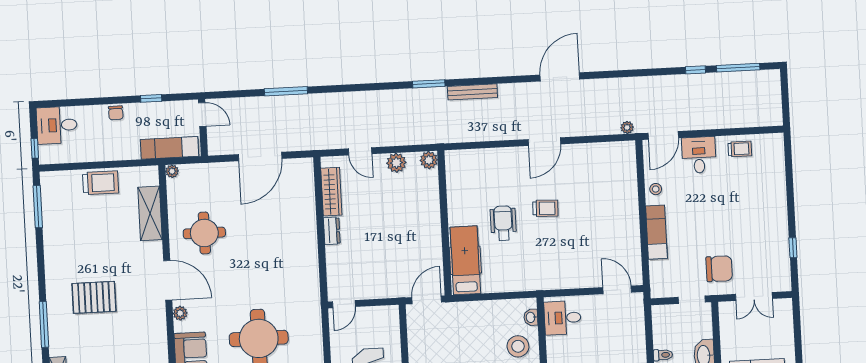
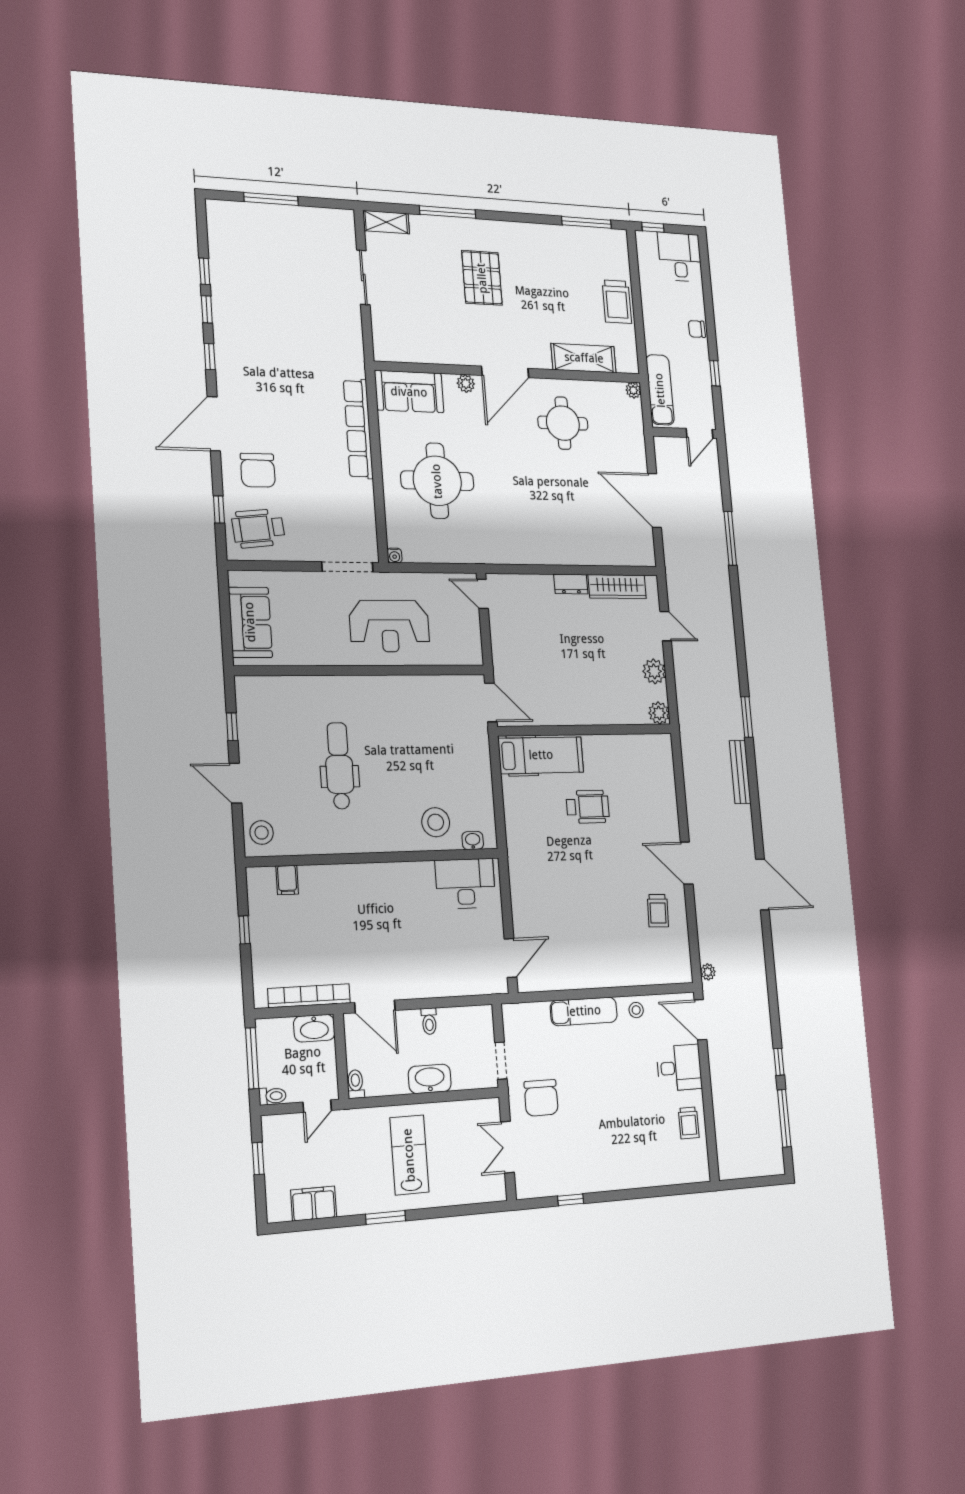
door: (360, 151) -> (666, 626), swing flipped
trolley: (545, 208) -> (658, 911), moved
desk: (563, 318) -> (465, 884), width x1.37

